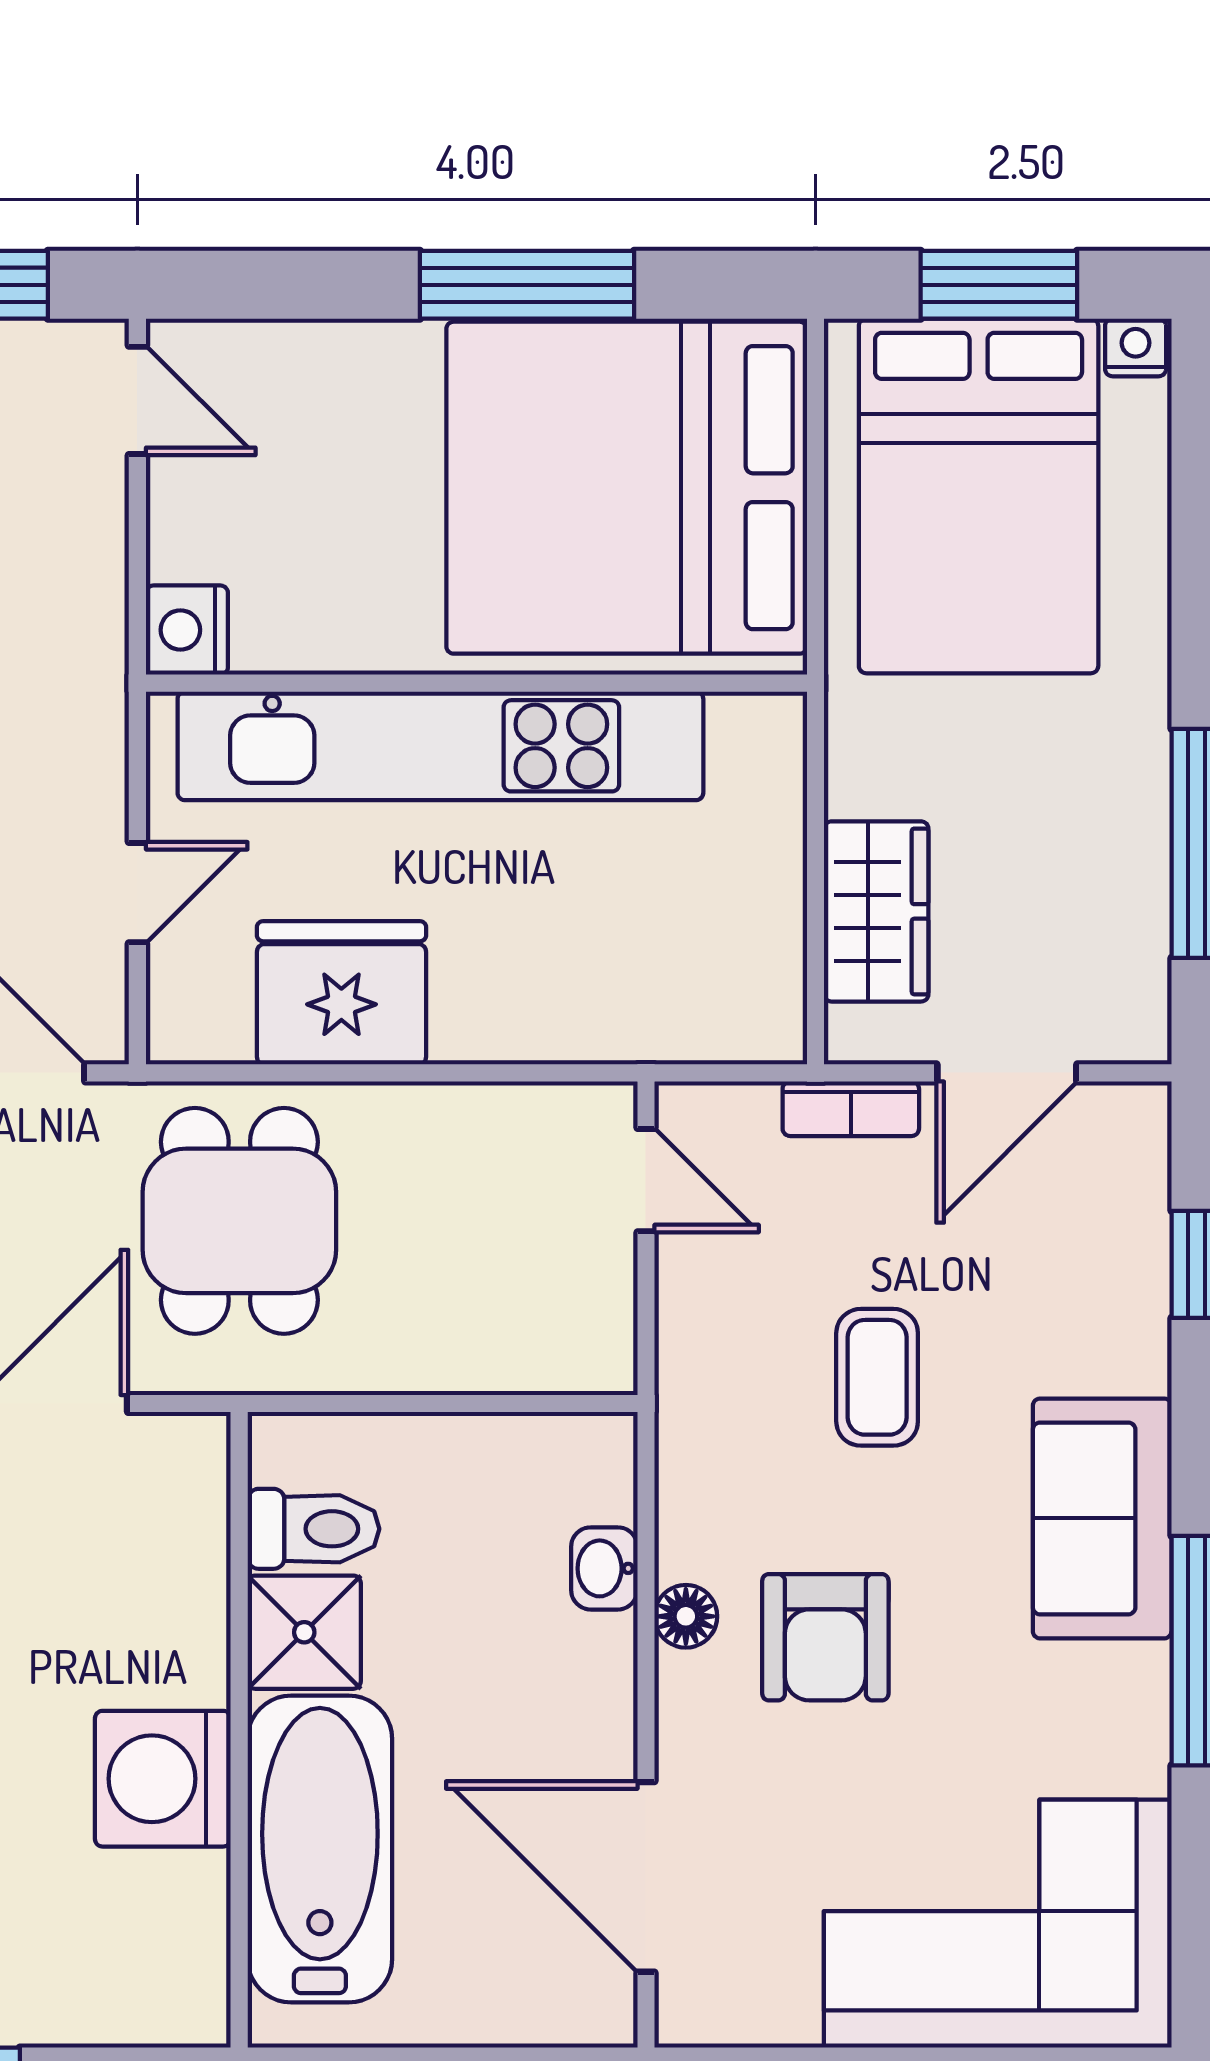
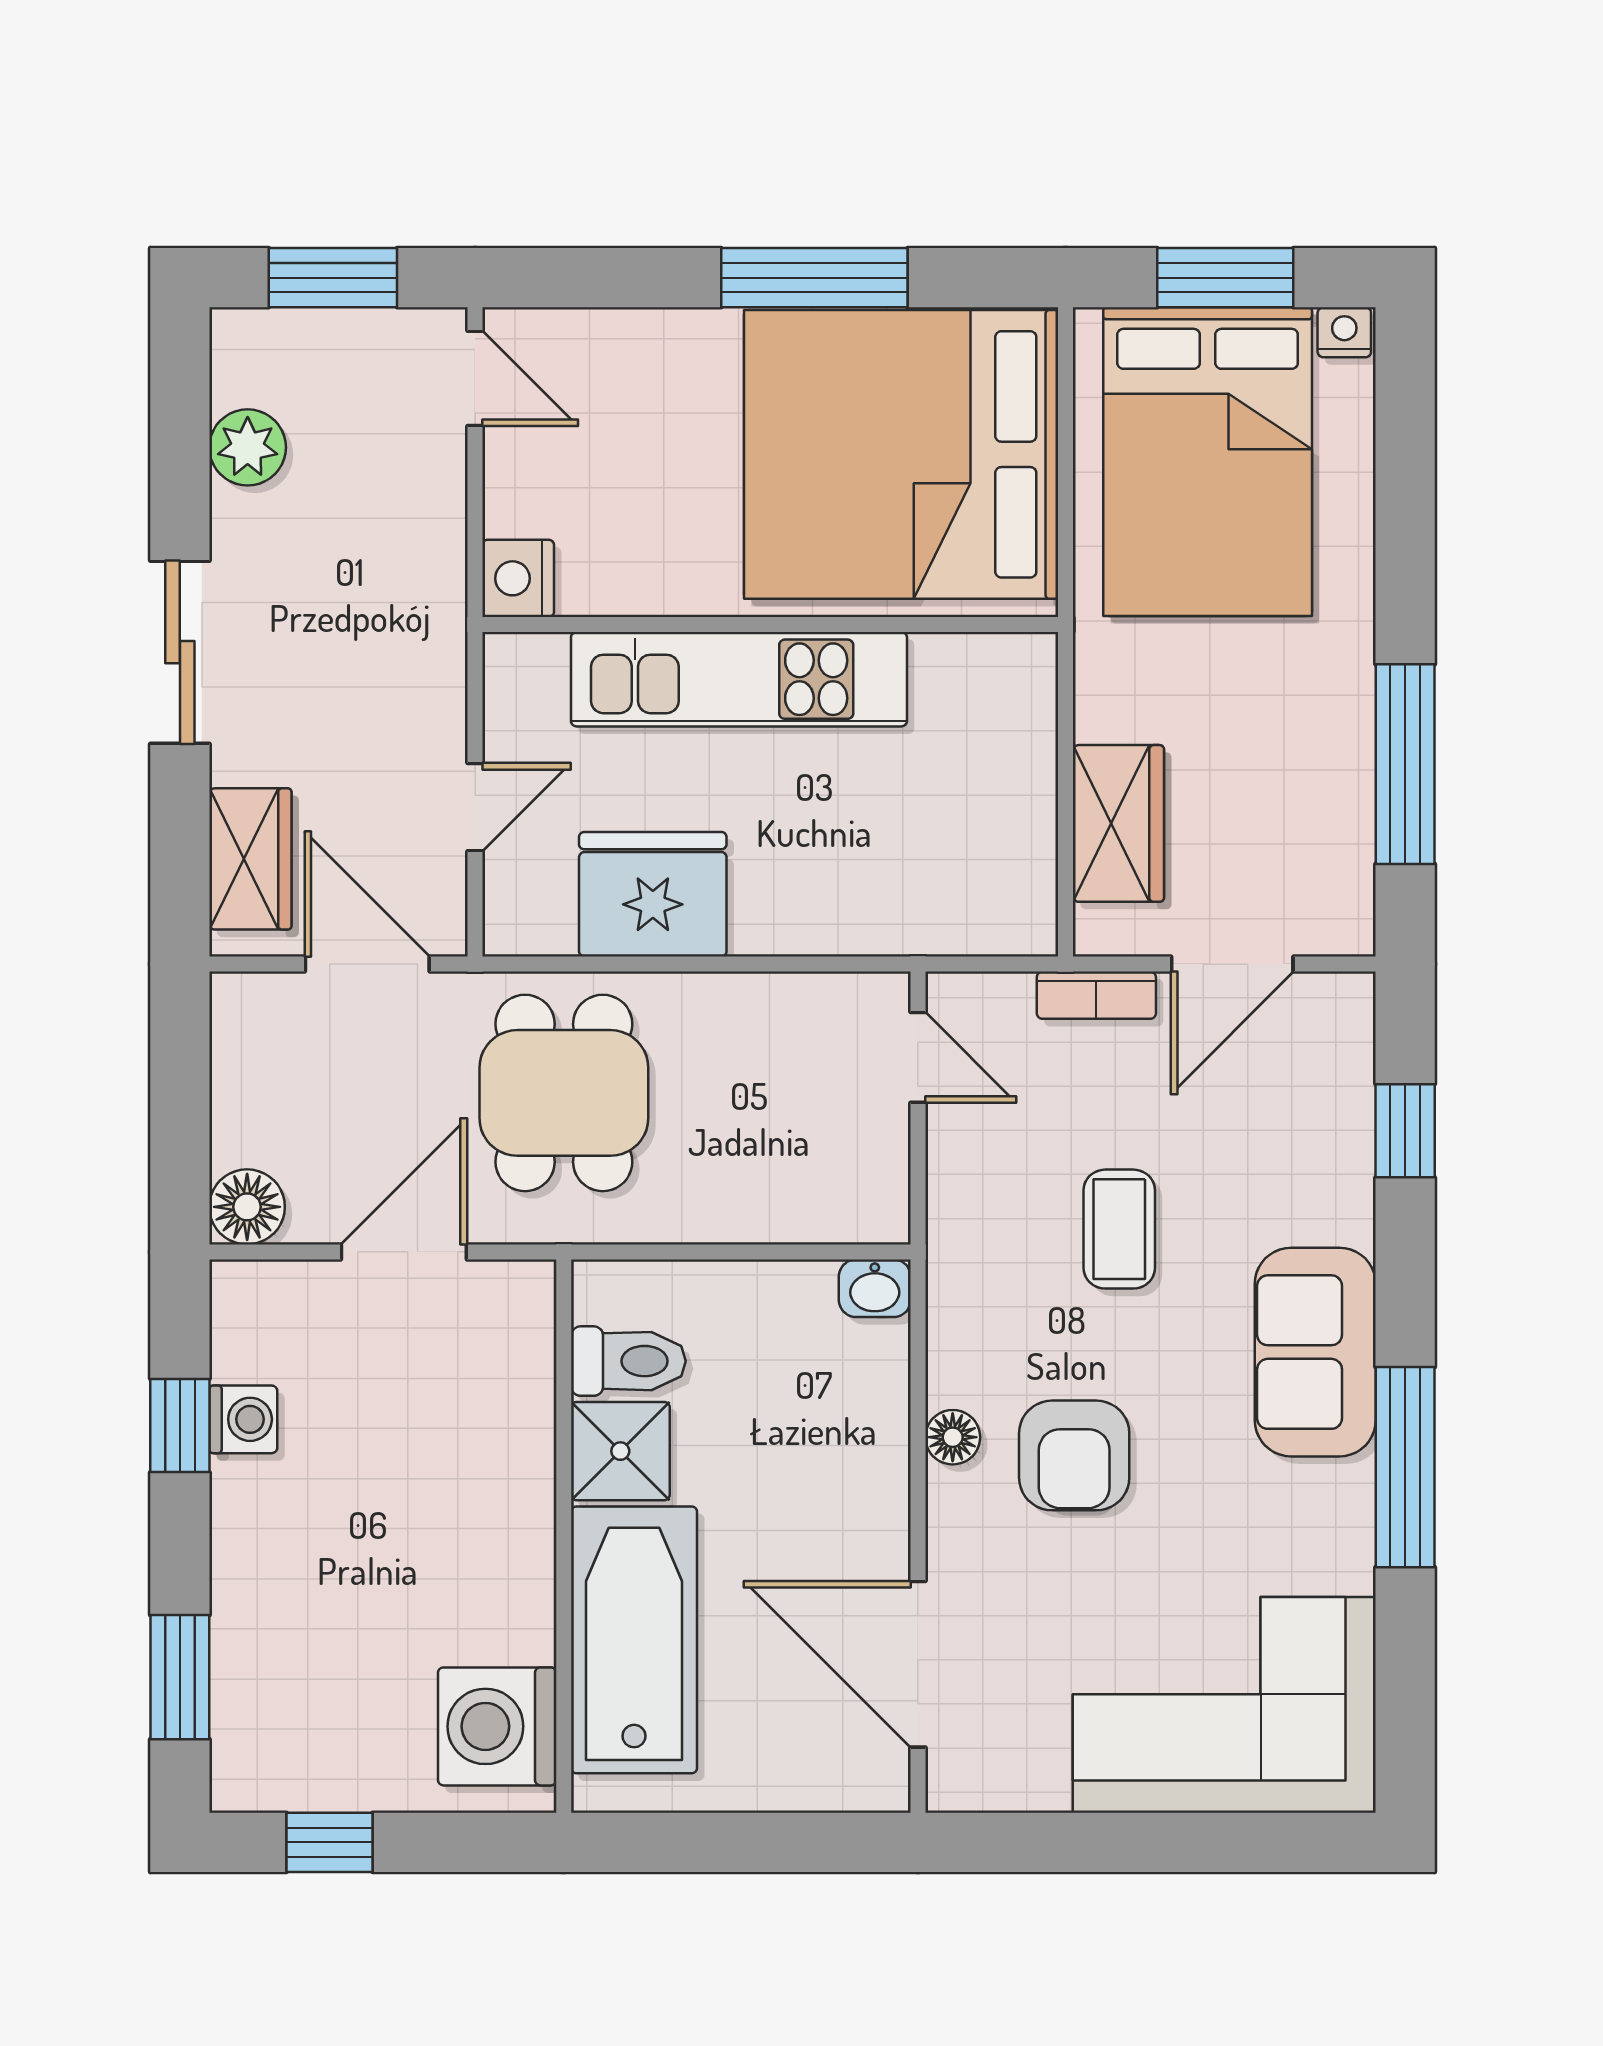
kitchen unit: (440, 746) -> (739, 679), width x0.73
washbasin: (604, 1568) -> (875, 1288), moved, turned -90
washing machine: (163, 1779) -> (497, 1726), moved

